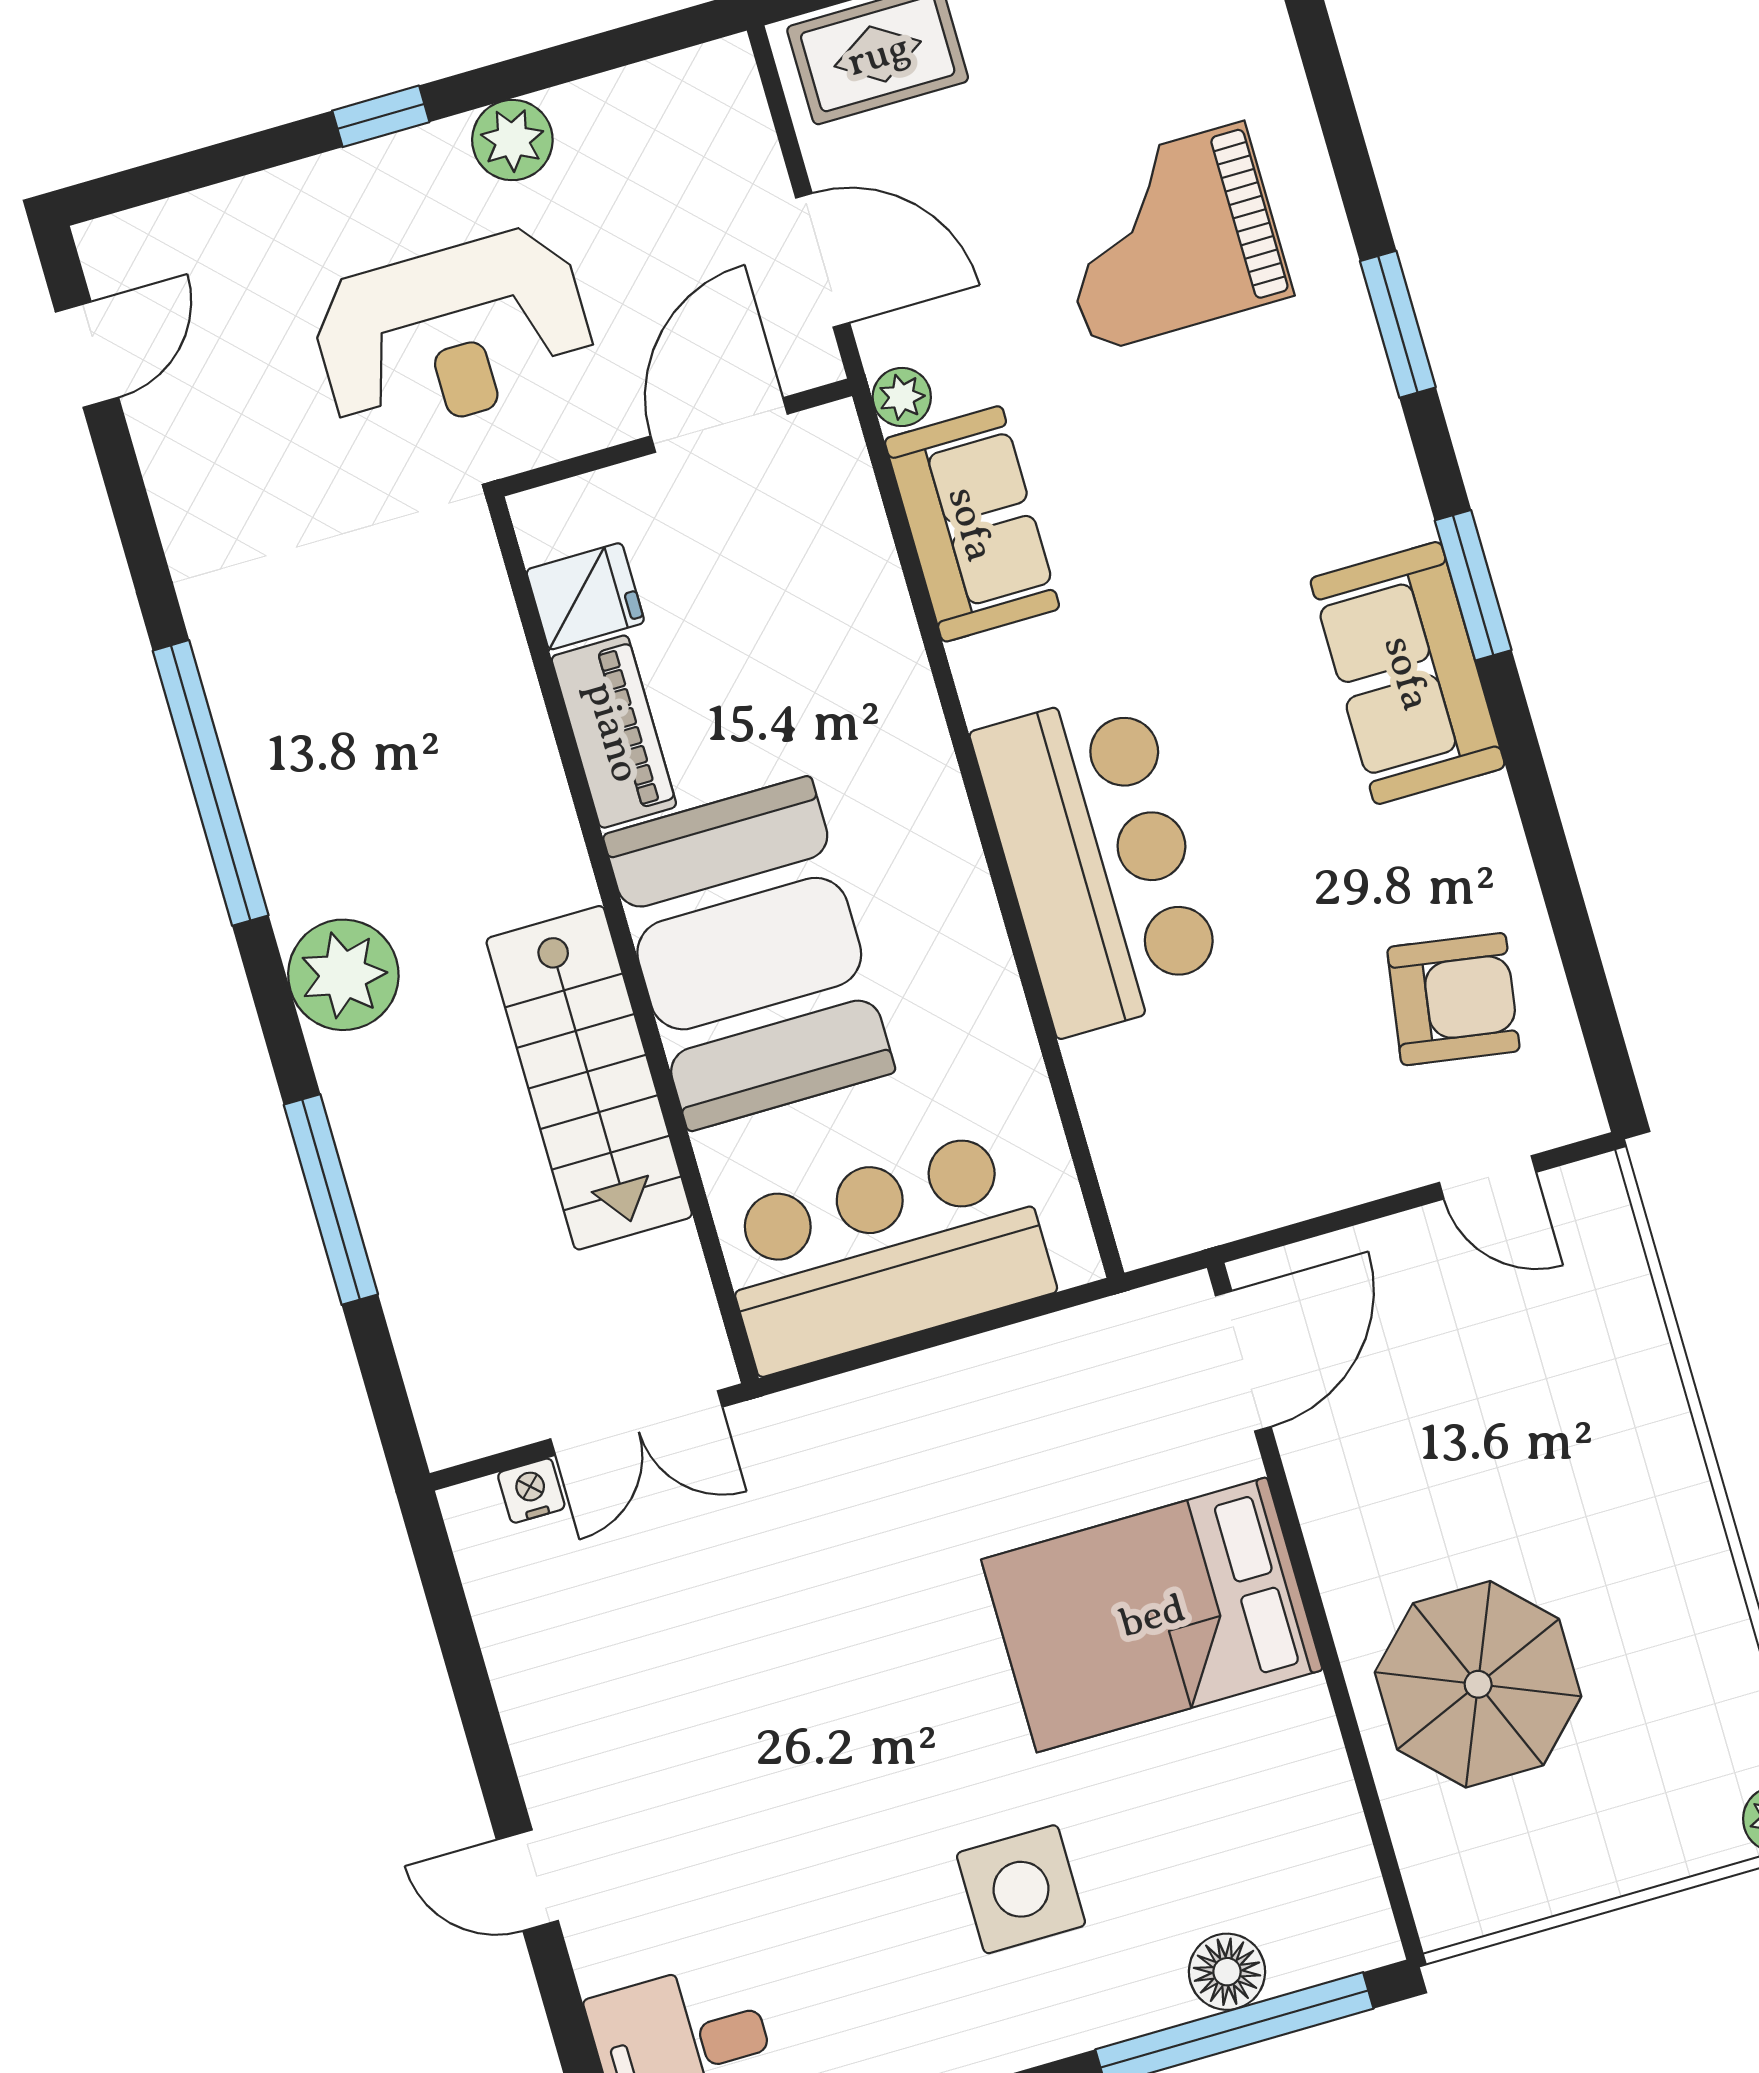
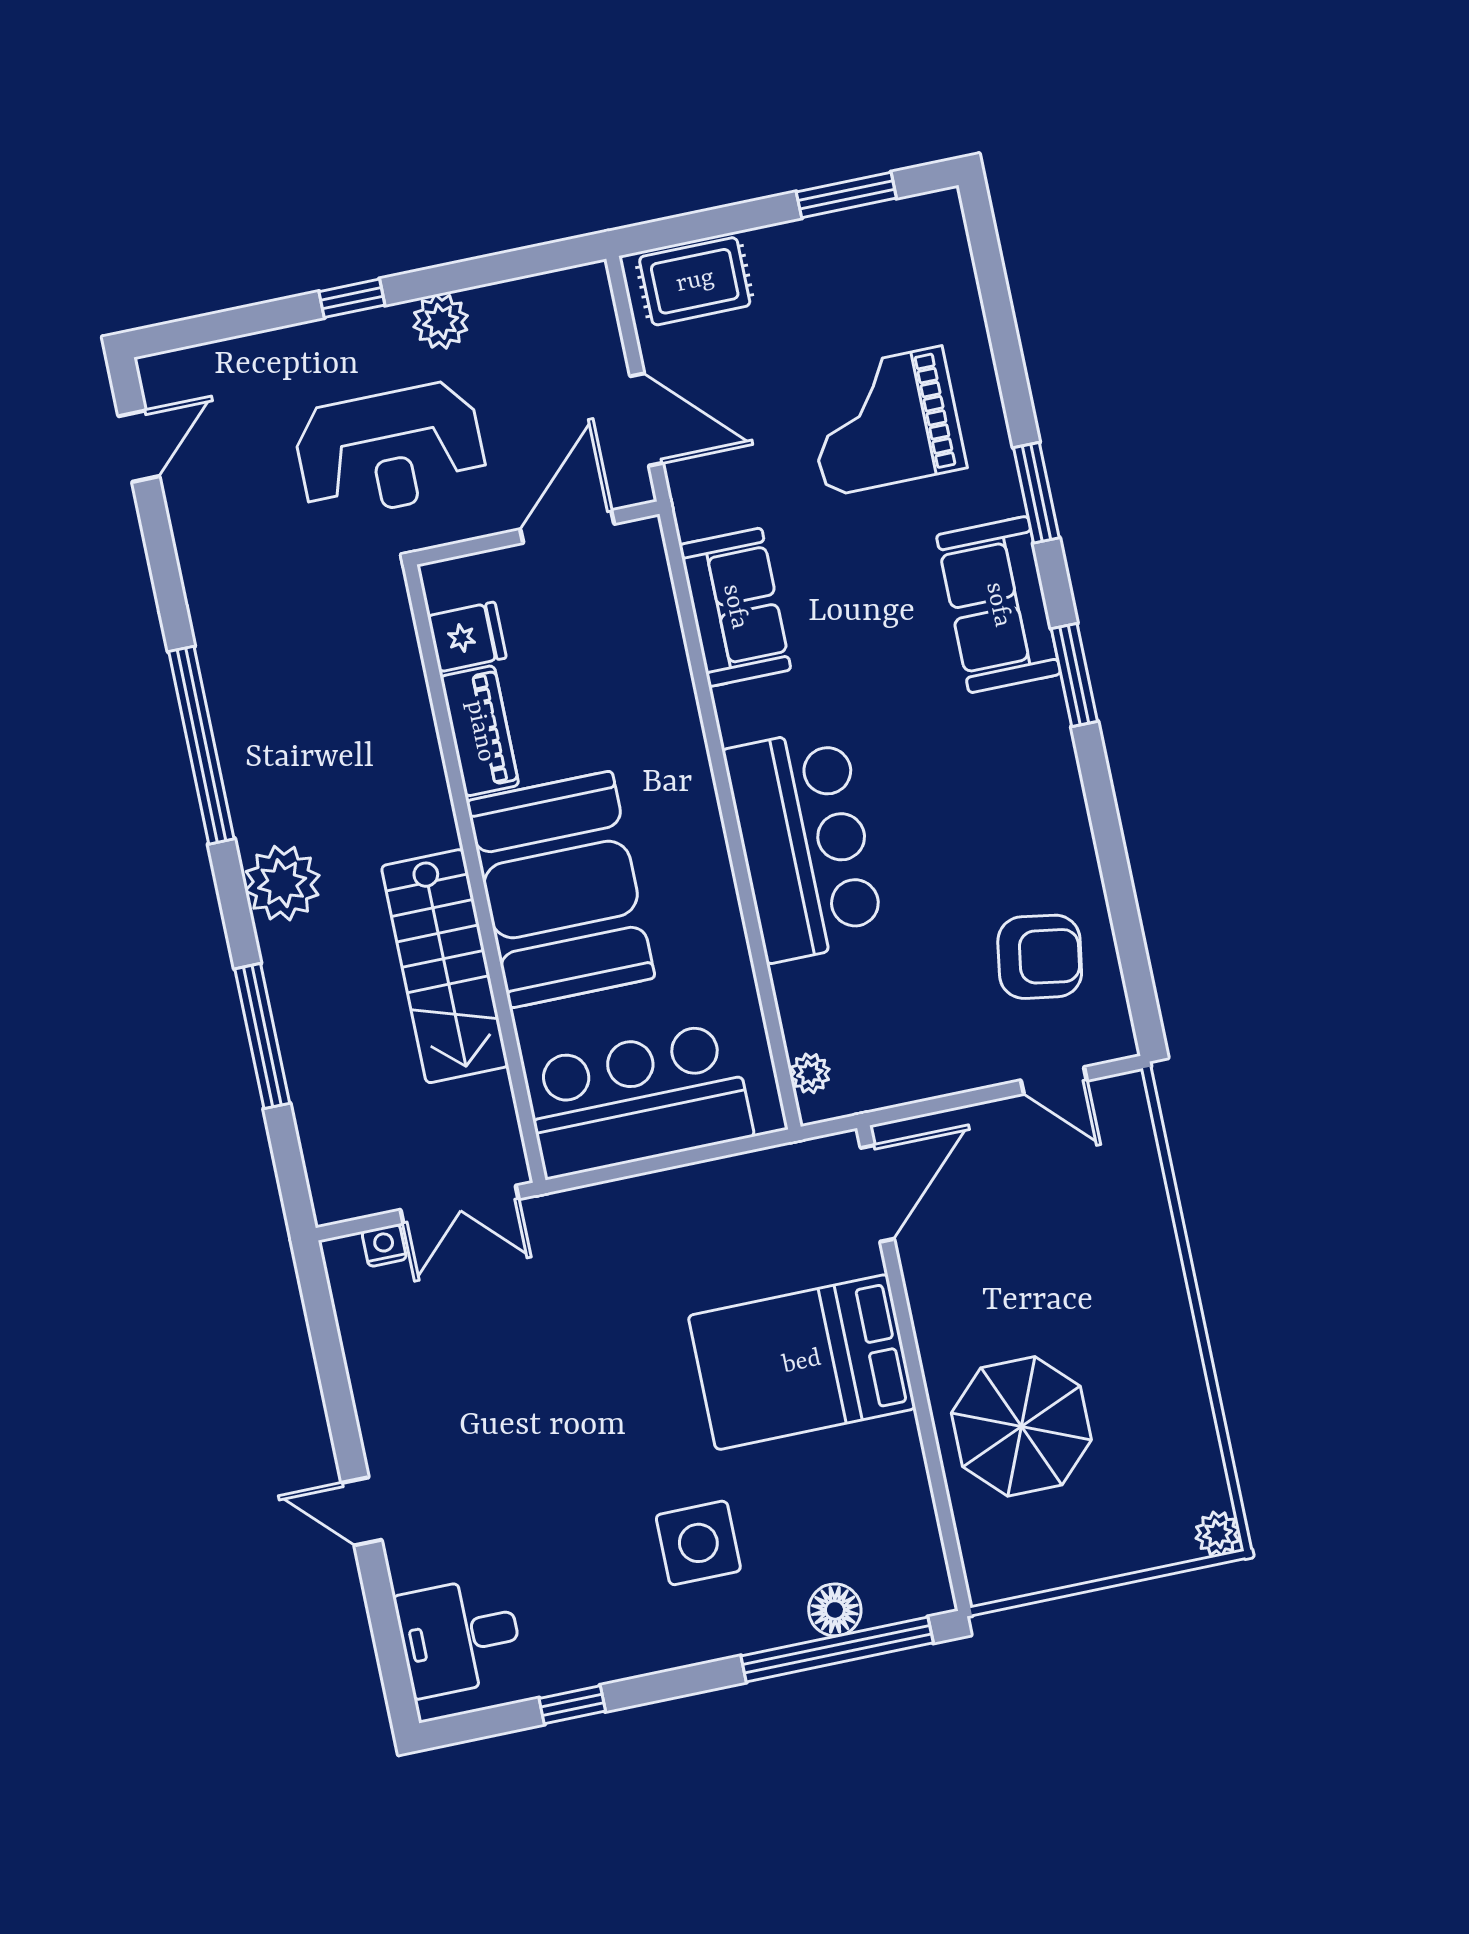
plant: (902, 397) -> (810, 1073), moved
sofa: (1408, 673) -> (998, 605), moved

